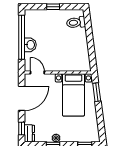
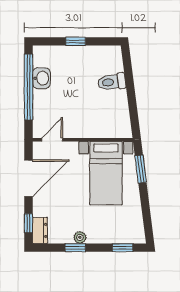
toilet: (76, 22) -> (112, 82), moved
washbasin: (30, 45) -> (41, 78), moved
door: (37, 73) -> (52, 140), hinge flipped

